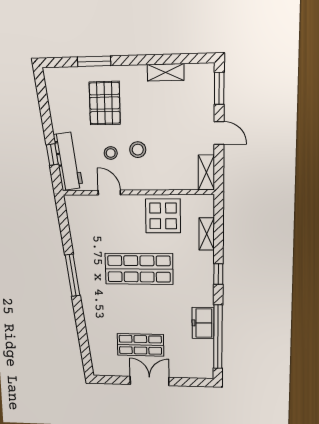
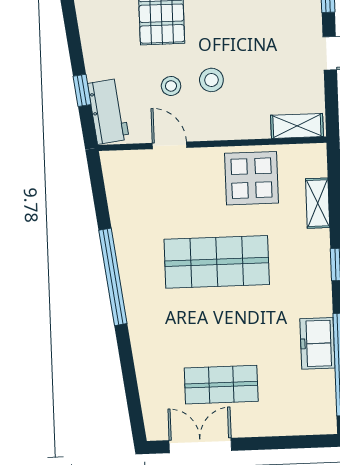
workbench: (68, 161) -> (108, 111), width x0.73
shelving: (206, 172) -> (297, 126), moved, turned 90
window: (73, 275) -> (113, 277), width x1.46
double door: (150, 381) -> (200, 445), moved

